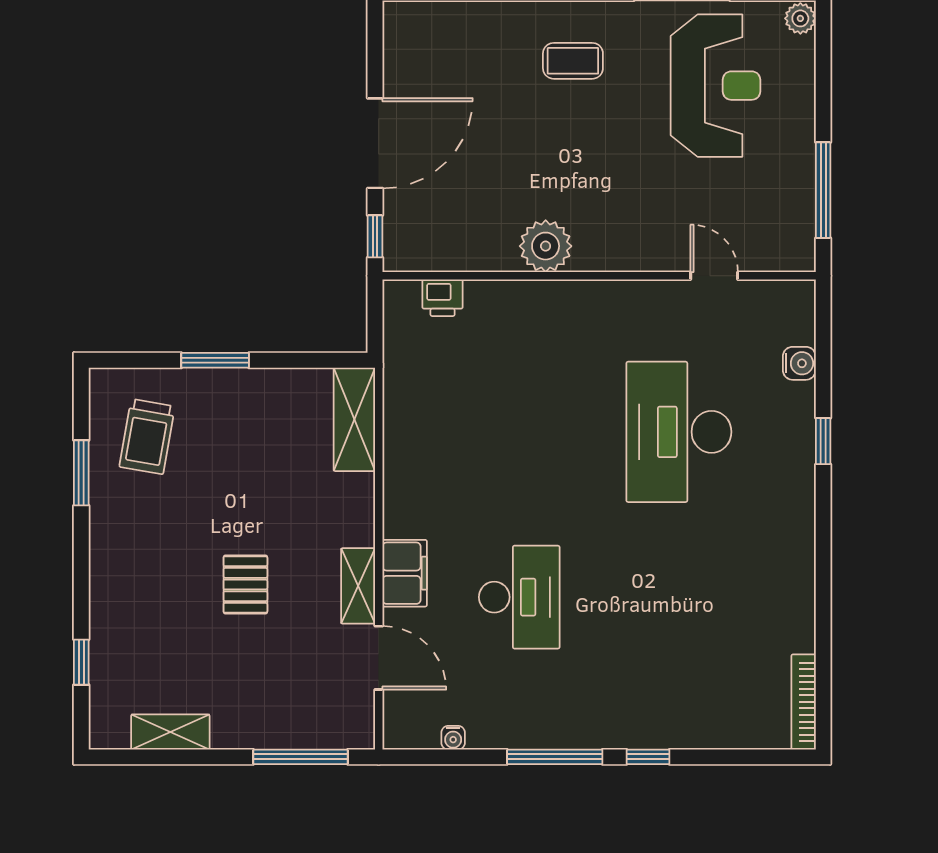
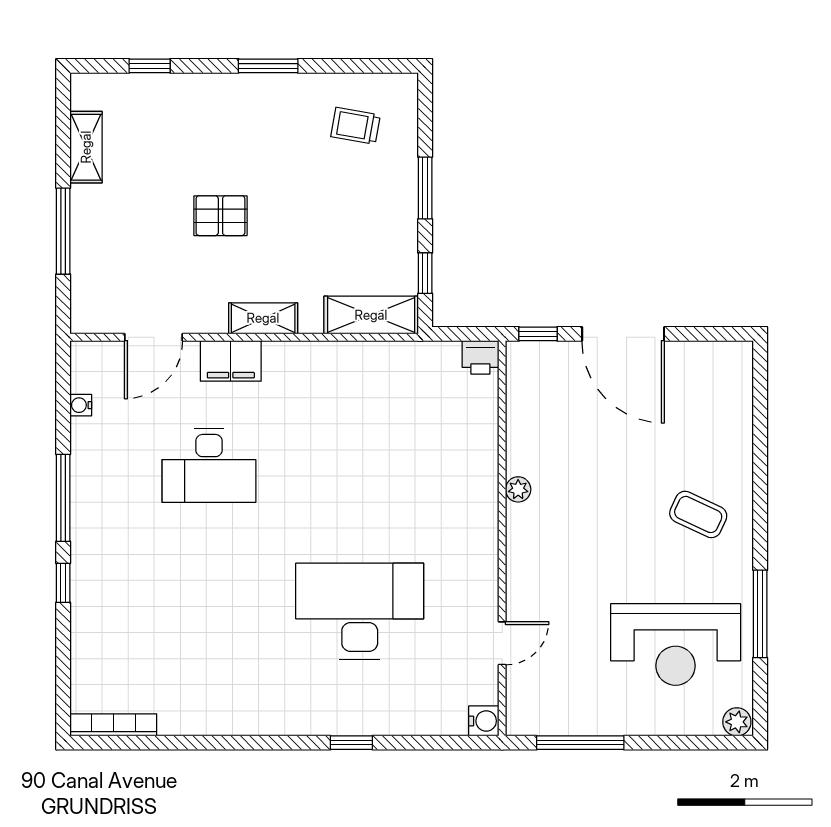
coffee table: (573, 61) -> (698, 514), turned -65
plant: (546, 246) -> (518, 489), width x0.53, depth x0.53
printer: (443, 298) -> (480, 357), moved, turned -90
window: (308, 360) -> (425, 273), added
water cooler: (799, 363) -> (484, 721), moved, turned -90
trolley: (147, 437) -> (355, 126), width x0.73, depth x0.72
window: (81, 473) -> (268, 66), moved
shelving: (358, 586) -> (263, 318), moved
window: (300, 757) -> (63, 231), moved

